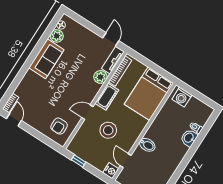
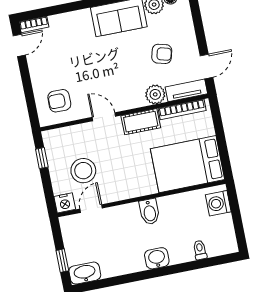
armchair: (84, 55) -> (162, 54), added
stool: (108, 130) -> (83, 171), moved
washbasin: (189, 138) -> (157, 258), moved
bidet: (147, 145) -> (149, 212), moved

